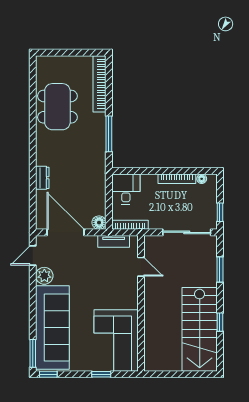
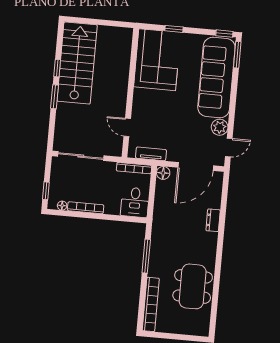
window: (220, 212) -> (46, 191), moved
door: (66, 232) -> (196, 166), hinge flipped
window: (220, 270) -> (54, 97), moved

